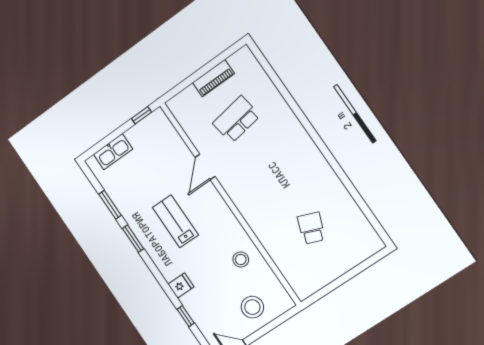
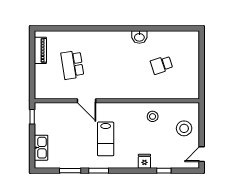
piano: (213, 78) -> (40, 50), moved
washbasin: (327, 177) -> (139, 37), added
lab bench: (175, 221) -> (106, 139), turned -90
school desk: (311, 228) -> (162, 65), turned -39

